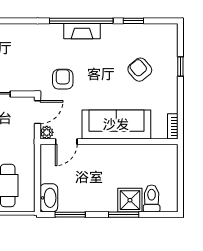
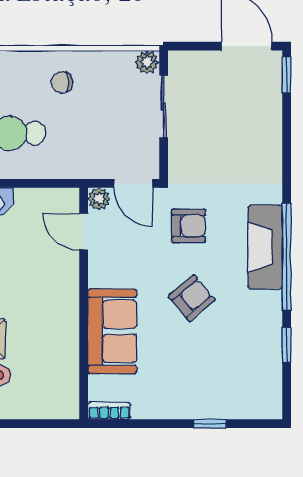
fireplace: (82, 31) -> (265, 247), width x1.37, depth x1.32
armchair: (140, 70) -> (192, 298), moved
sofa: (116, 124) -> (112, 331), width x0.73

